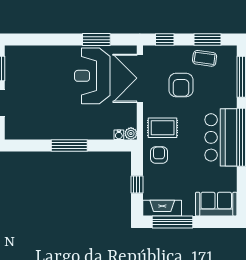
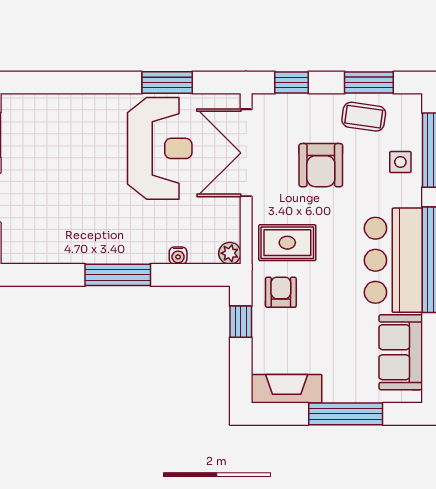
reception desk: (92, 76) -> (160, 148), turned 180
side table: (225, 83) -> (400, 162), added
water cooler: (119, 135) -> (178, 256), moved
window: (137, 184) -> (241, 322), moved
sofa: (216, 204) -> (401, 352), moved, turned -90
window: (172, 222) -> (346, 414), moved

